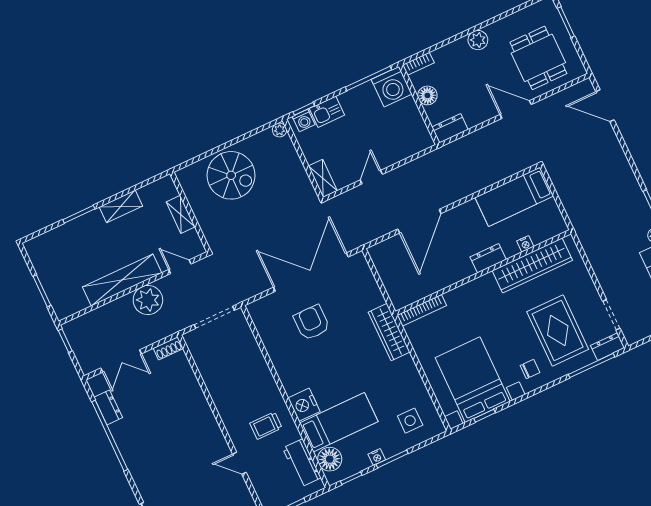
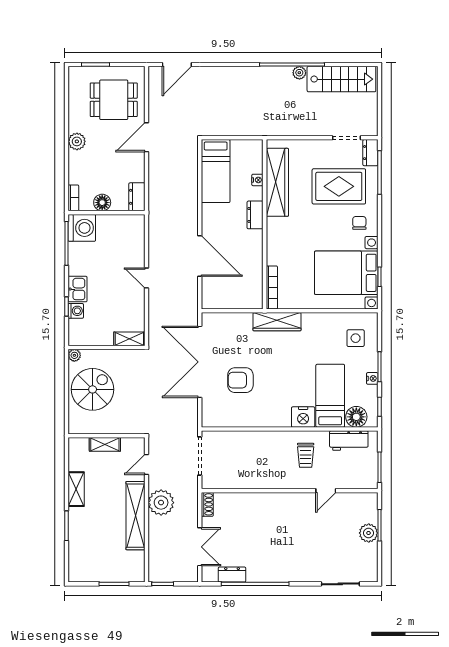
plant: (280, 130) -> (74, 355), moved
wall: (303, 159) -> (106, 347), moved
shelving: (323, 178) -> (129, 339), moved

